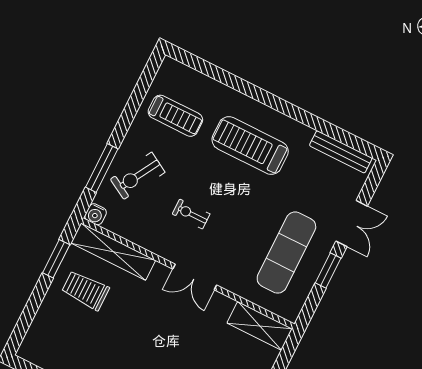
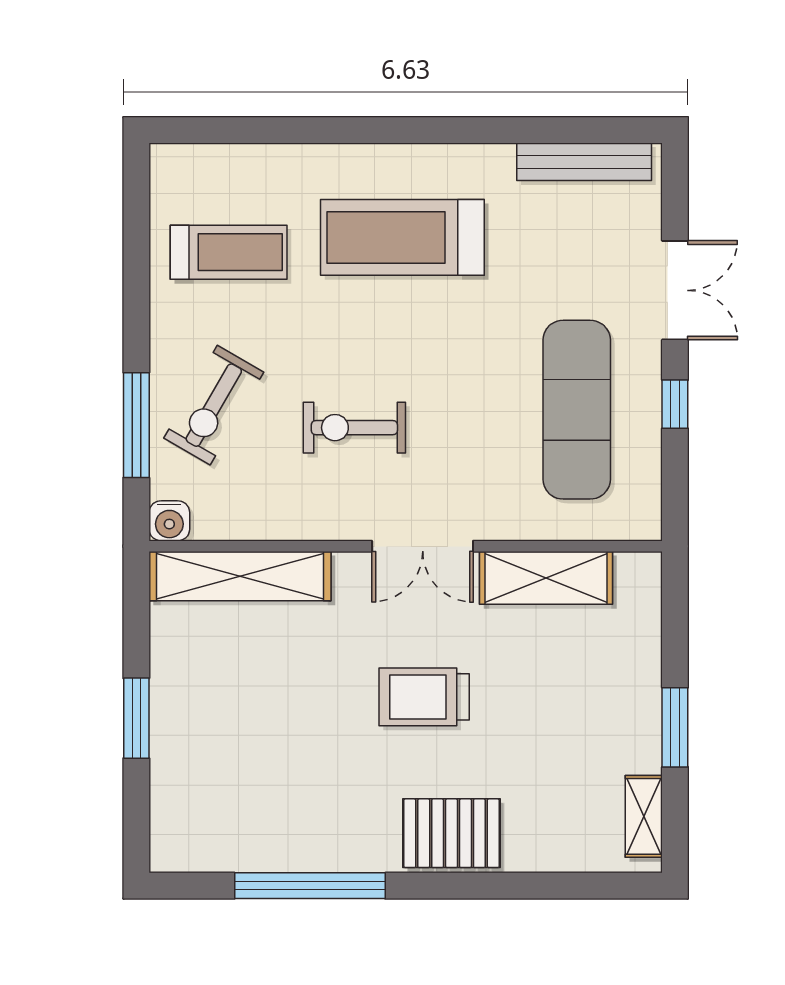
exercise bike: (191, 214) -> (354, 428), width x1.38, depth x1.39
window: (56, 259) -> (136, 718), moved
window: (328, 271) -> (675, 404), width x0.67
trolley: (85, 290) -> (424, 697), moved
shelving: (260, 326) -> (546, 578), moved

